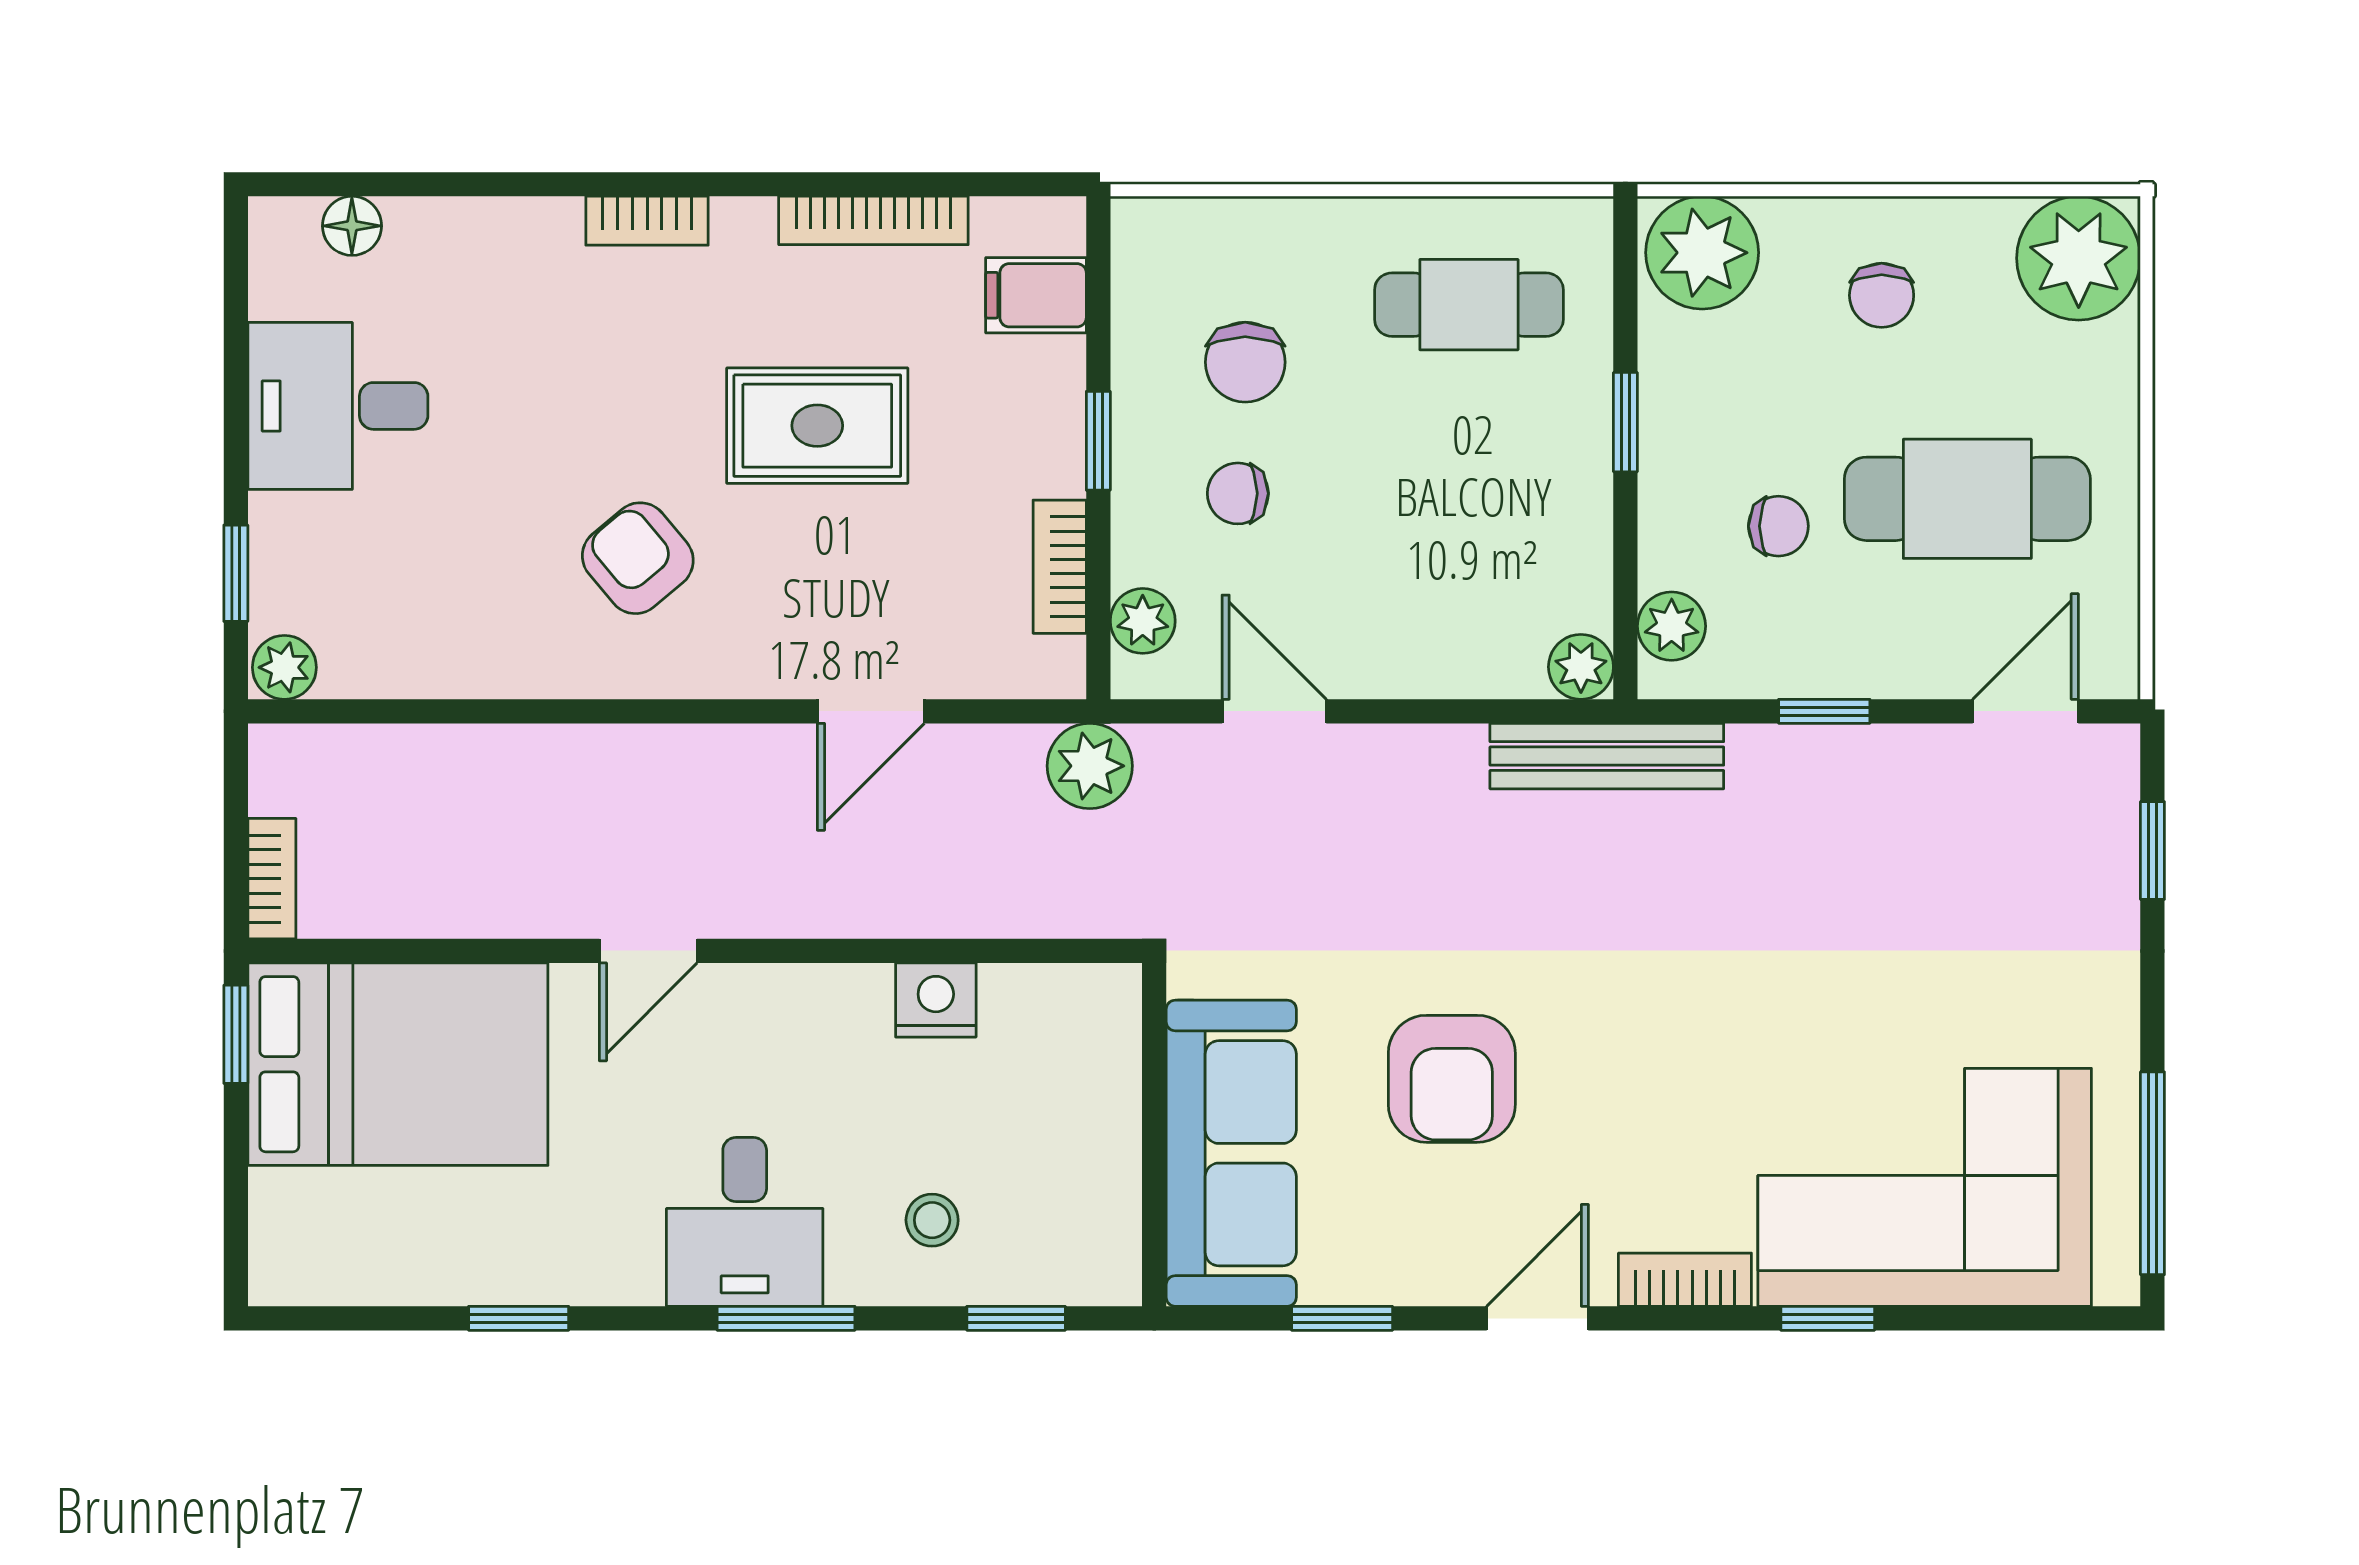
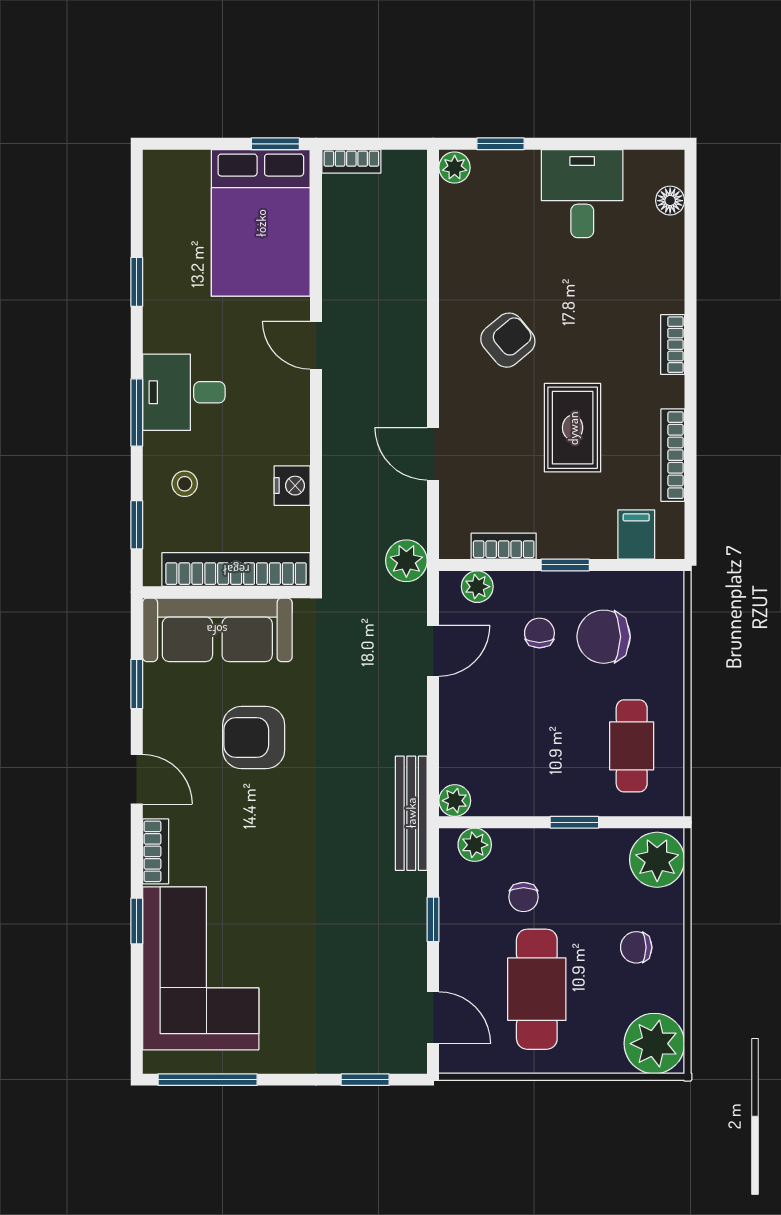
chair: (1245, 362) -> (604, 637), width x1.37, depth x1.37
bookcase: (1108, 1115) -> (236, 570), added

